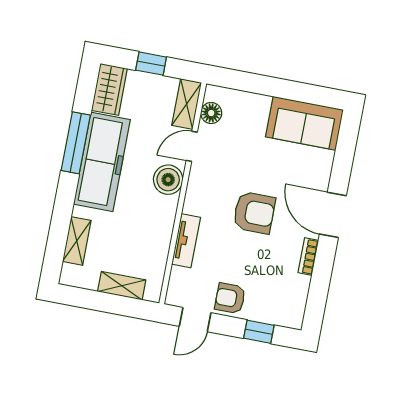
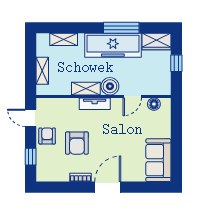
shelving: (187, 104) -> (86, 89), moved
door: (192, 146) -> (132, 96), swing flipped
armchair: (254, 213) -> (77, 143), moved
tv unit: (186, 241) -> (95, 104), moved

